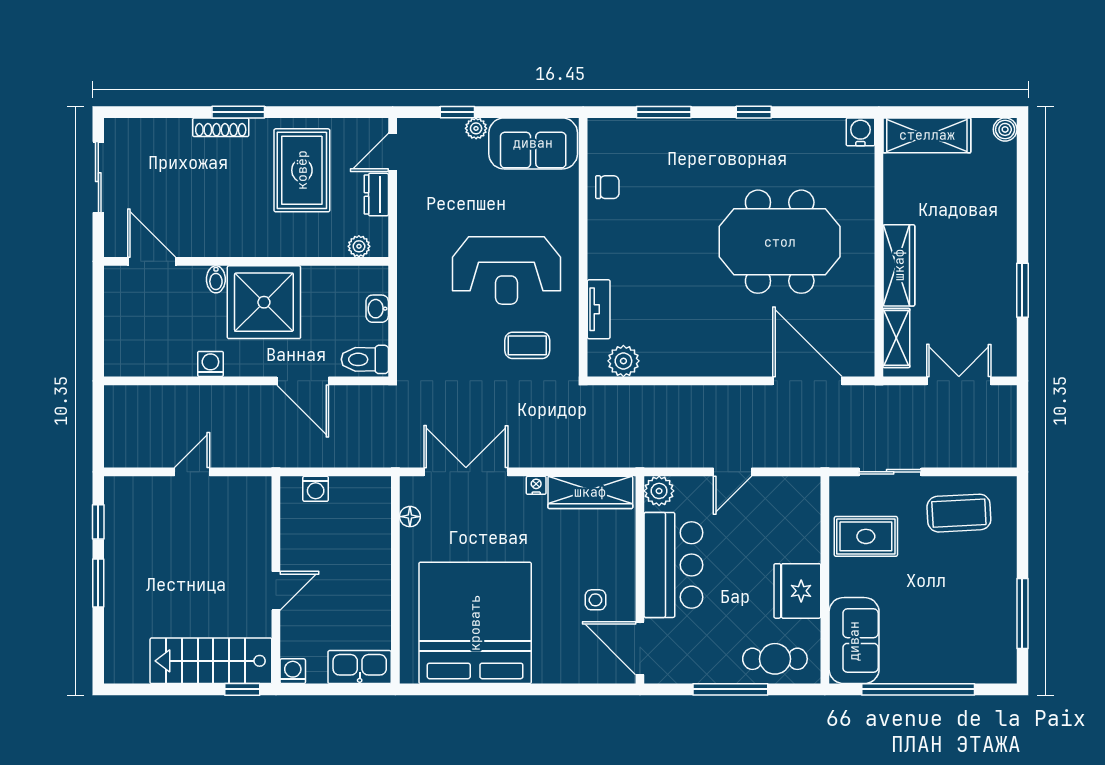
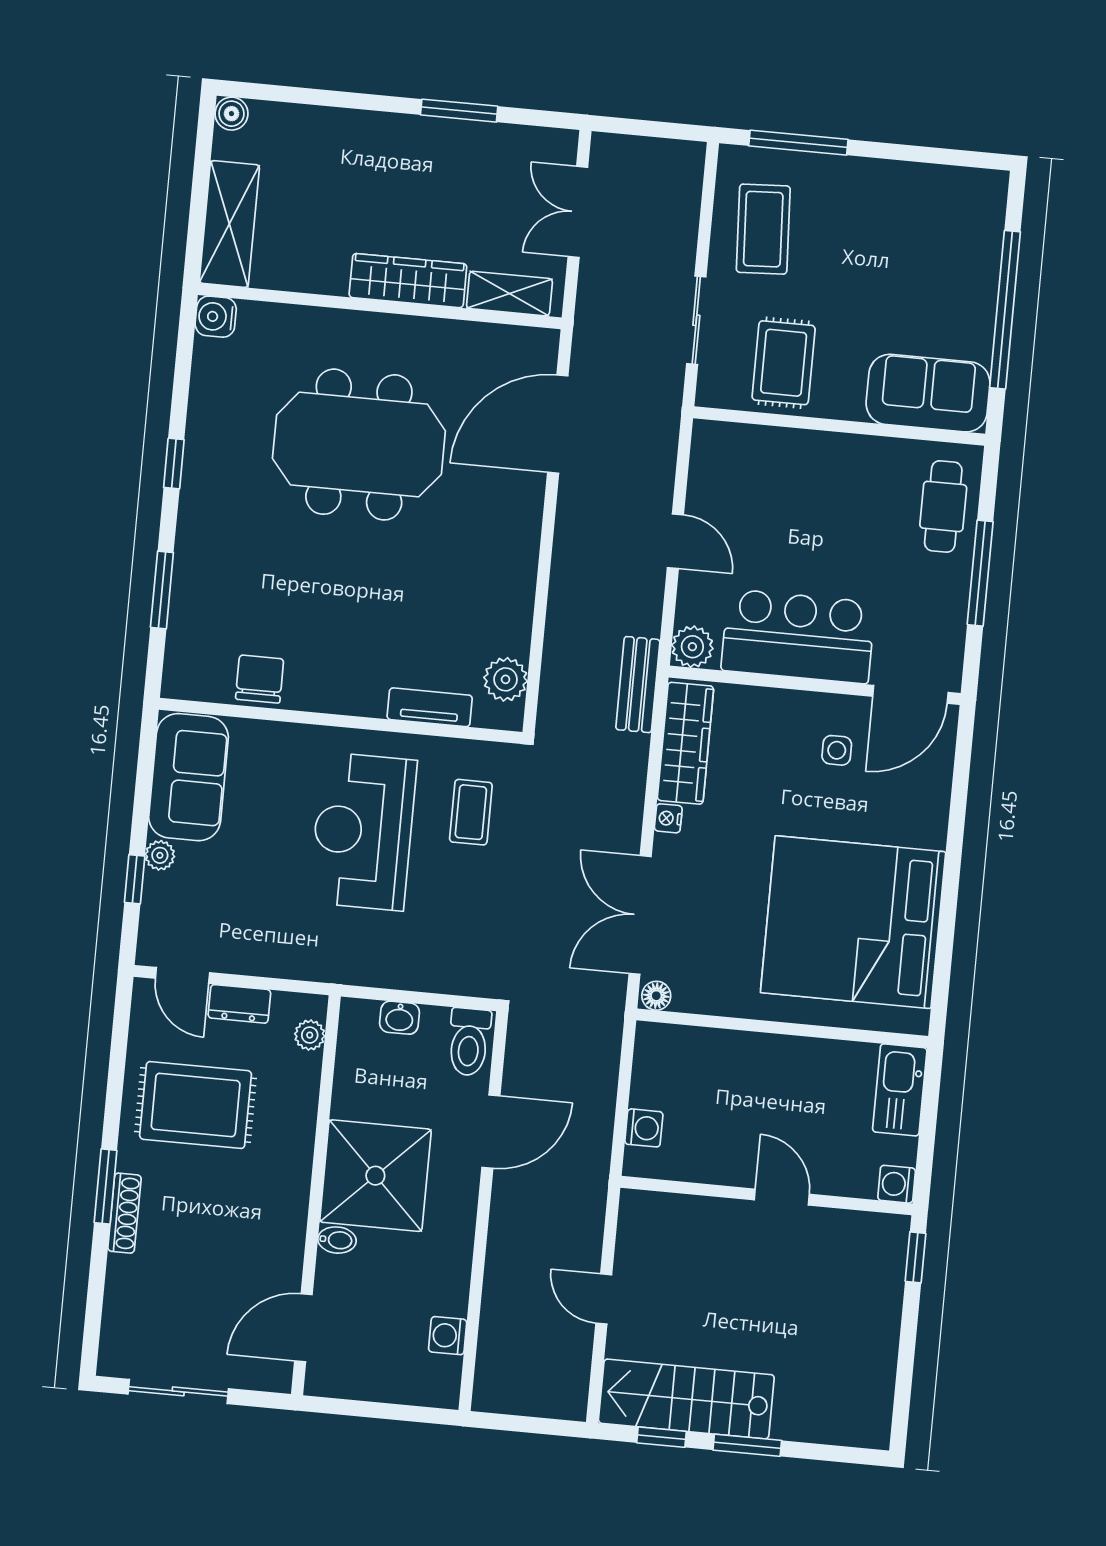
chair: (607, 187) -> (260, 679), width x1.37, depth x1.37
meeting table: (780, 242) -> (359, 445), turned 90
reception desk: (506, 270) -> (363, 831), turned 180
washing machine: (210, 364) -> (448, 1336), moved
bench: (629, 455) -> (638, 685), added
floor lamp: (410, 517) -> (656, 996), moved
fridge: (797, 591) -> (851, 466), removed
window: (1022, 614) -> (798, 143), moved
stairs: (211, 661) -> (686, 1399), moved, turned 90

